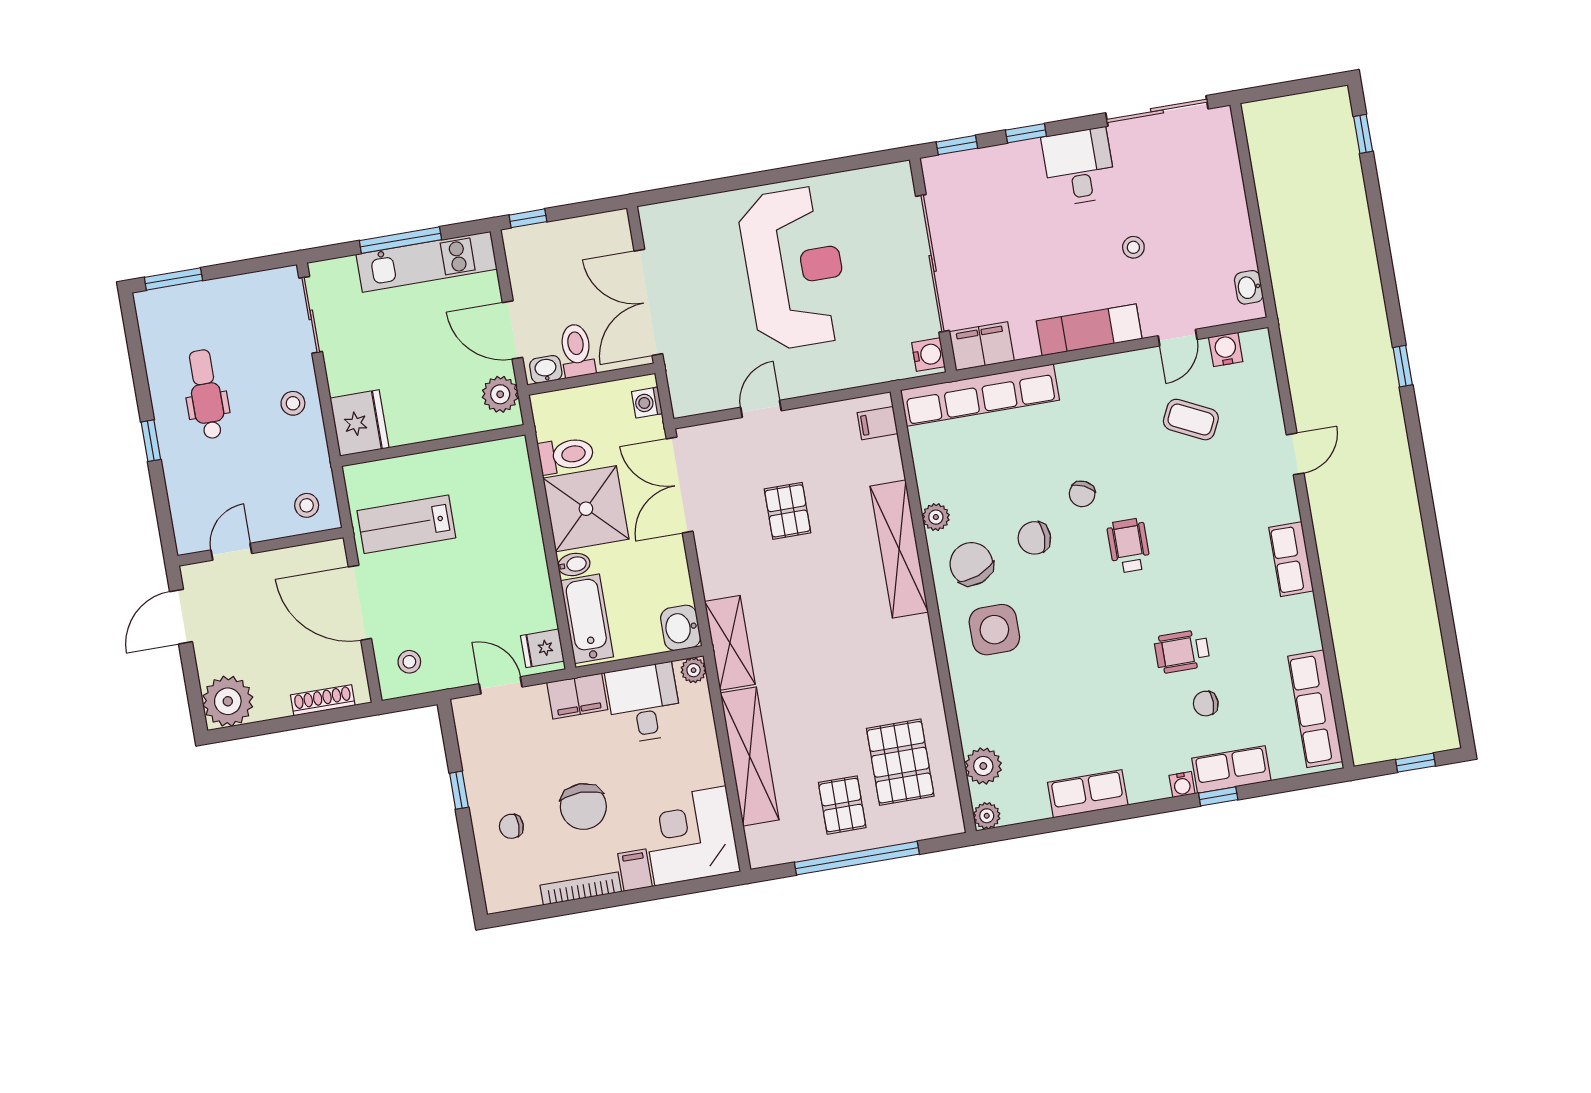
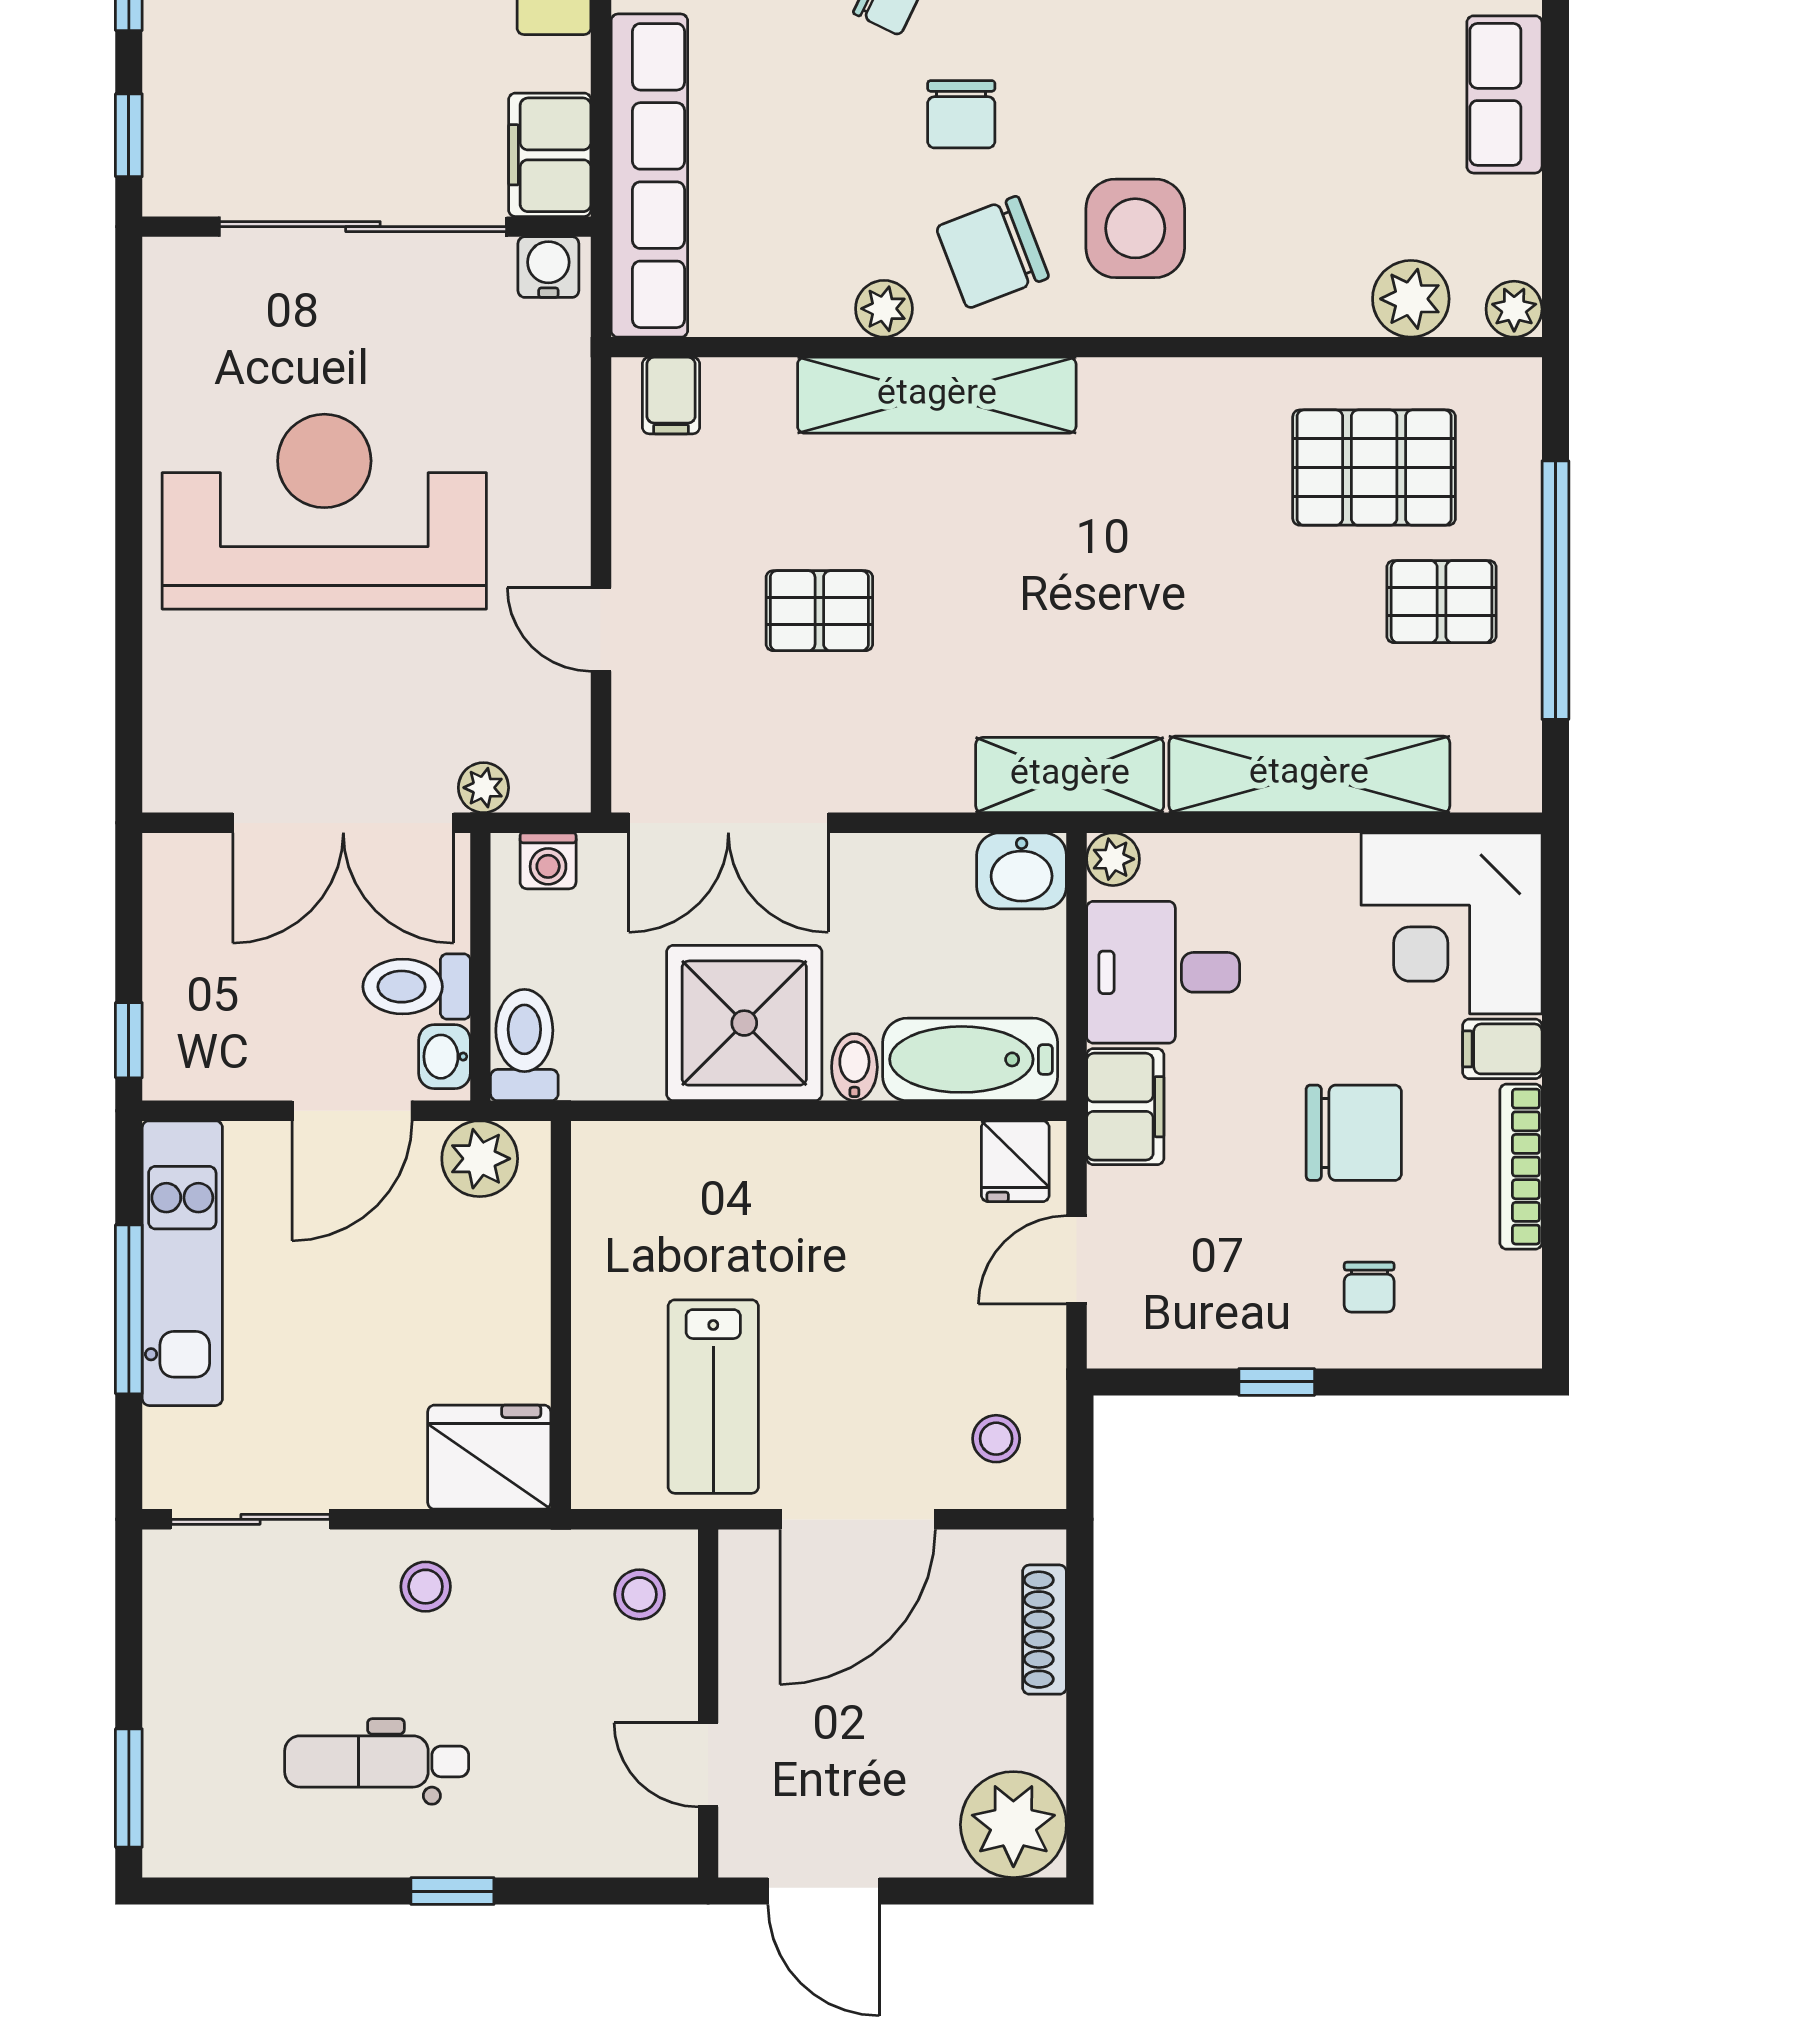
plant: (676, 366) -> (483, 788), added
toilet: (566, 455) -> (524, 1045), moved

